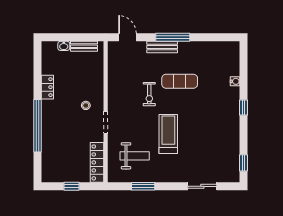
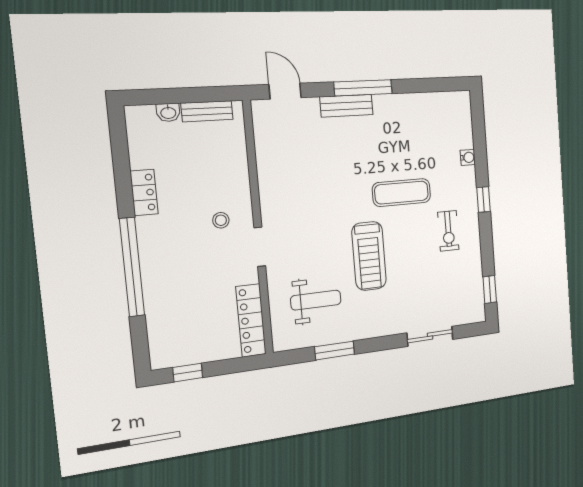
exercise mat: (180, 81) -> (402, 193), moved
exercise bike: (149, 94) -> (448, 231), moved
treadmill: (168, 134) -> (369, 256), turned 180
window: (71, 186) -> (188, 373), moved

